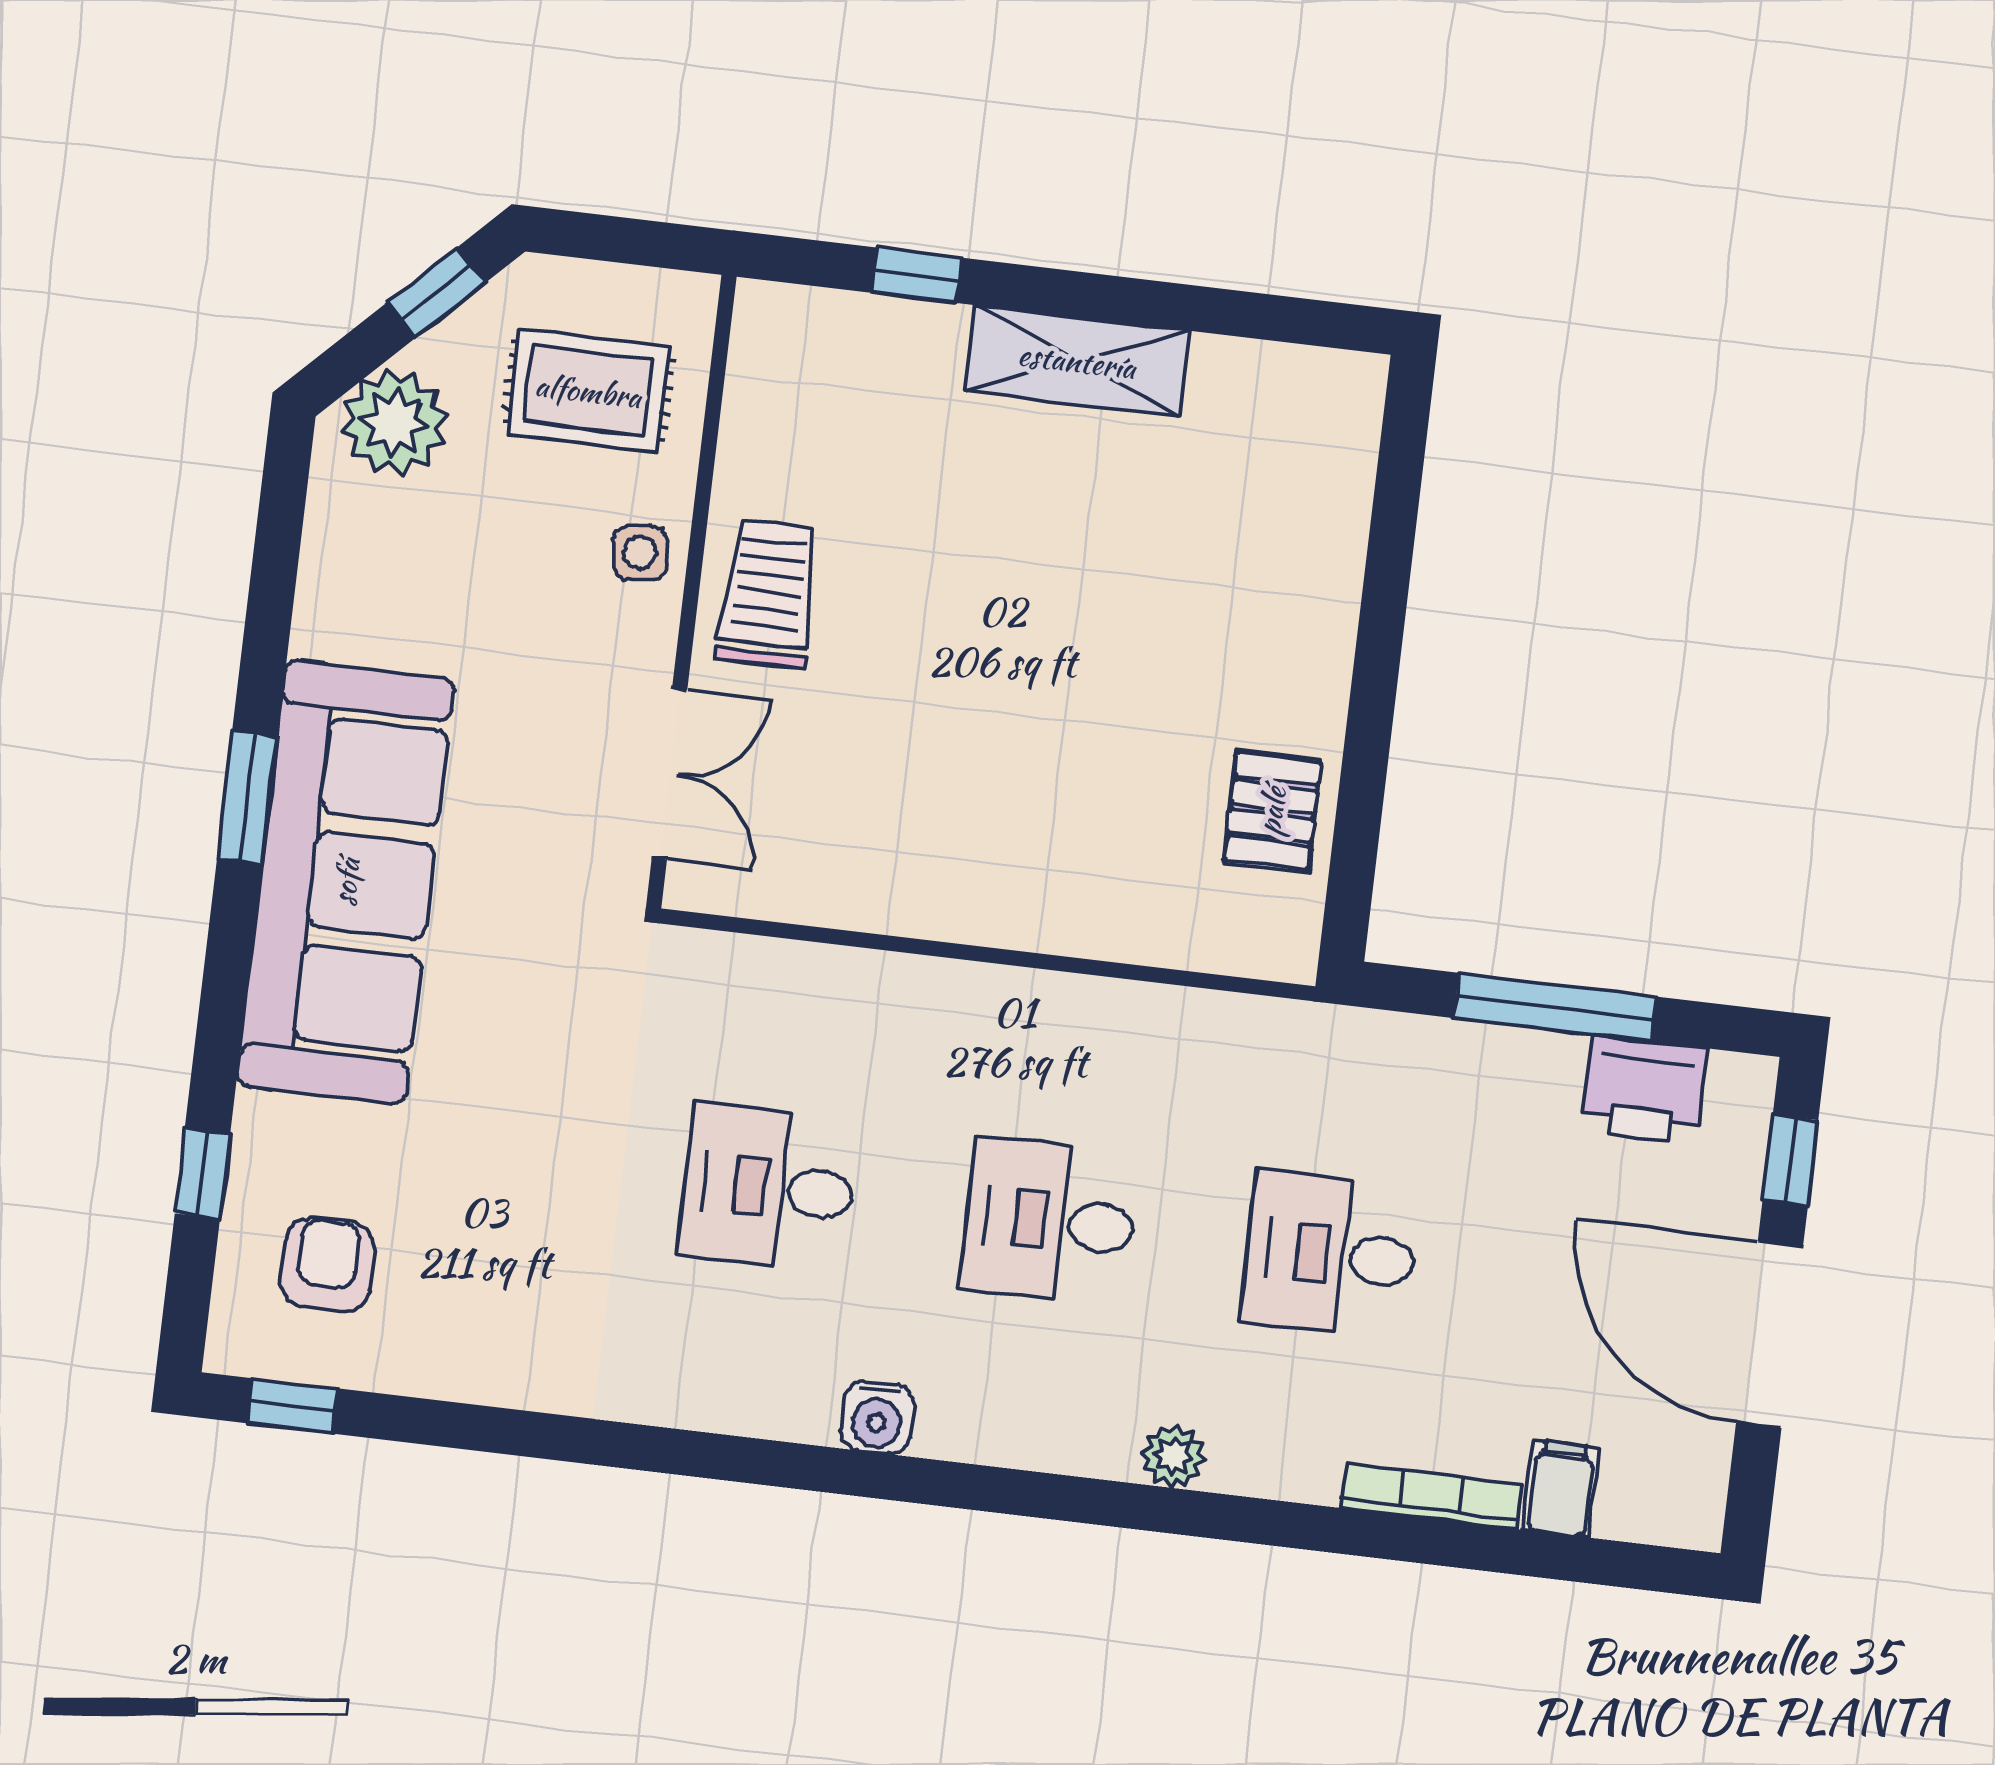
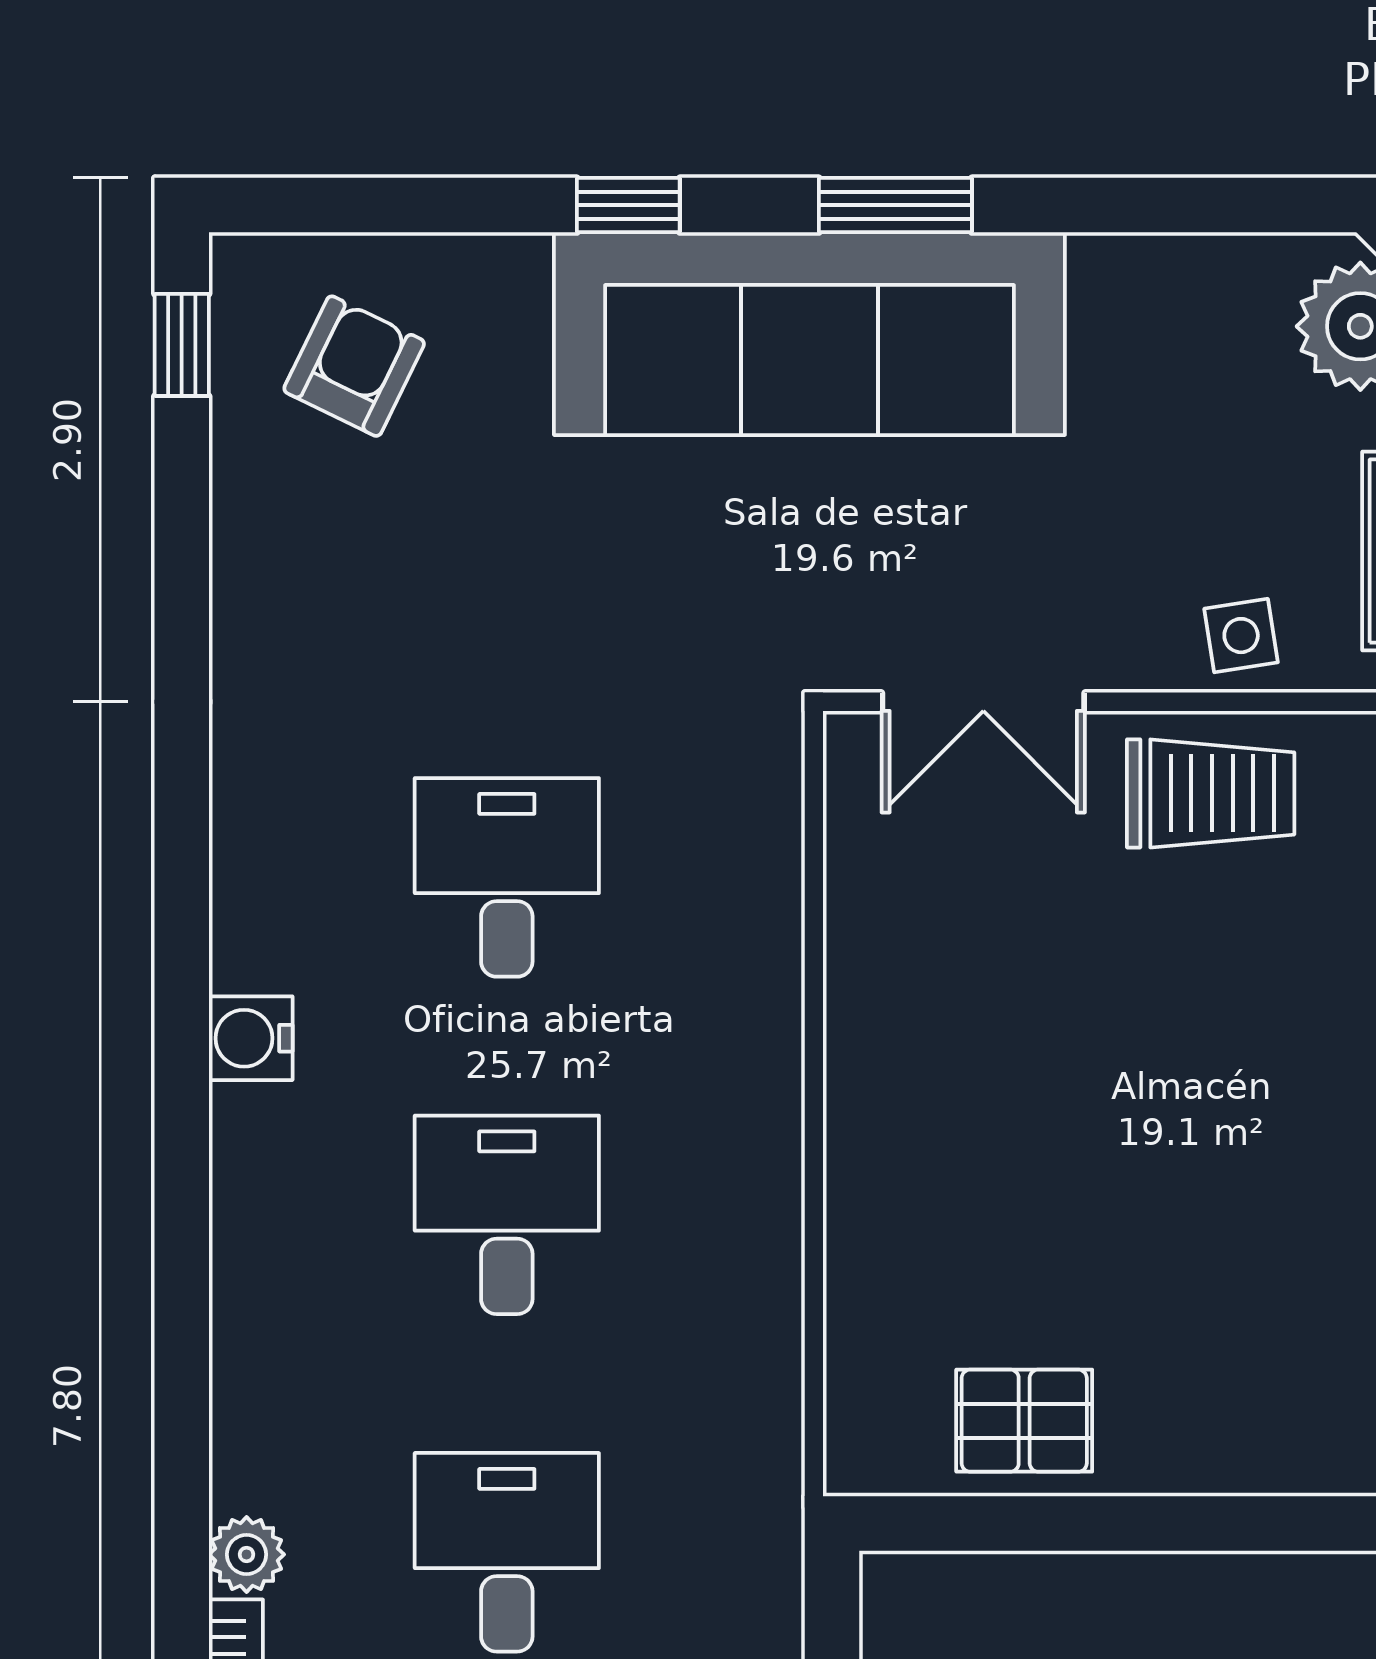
window: (202, 1173) -> (628, 205), moved
armchair: (328, 1265) -> (354, 366), turned -64
plant: (1174, 1456) -> (247, 1554), moved

